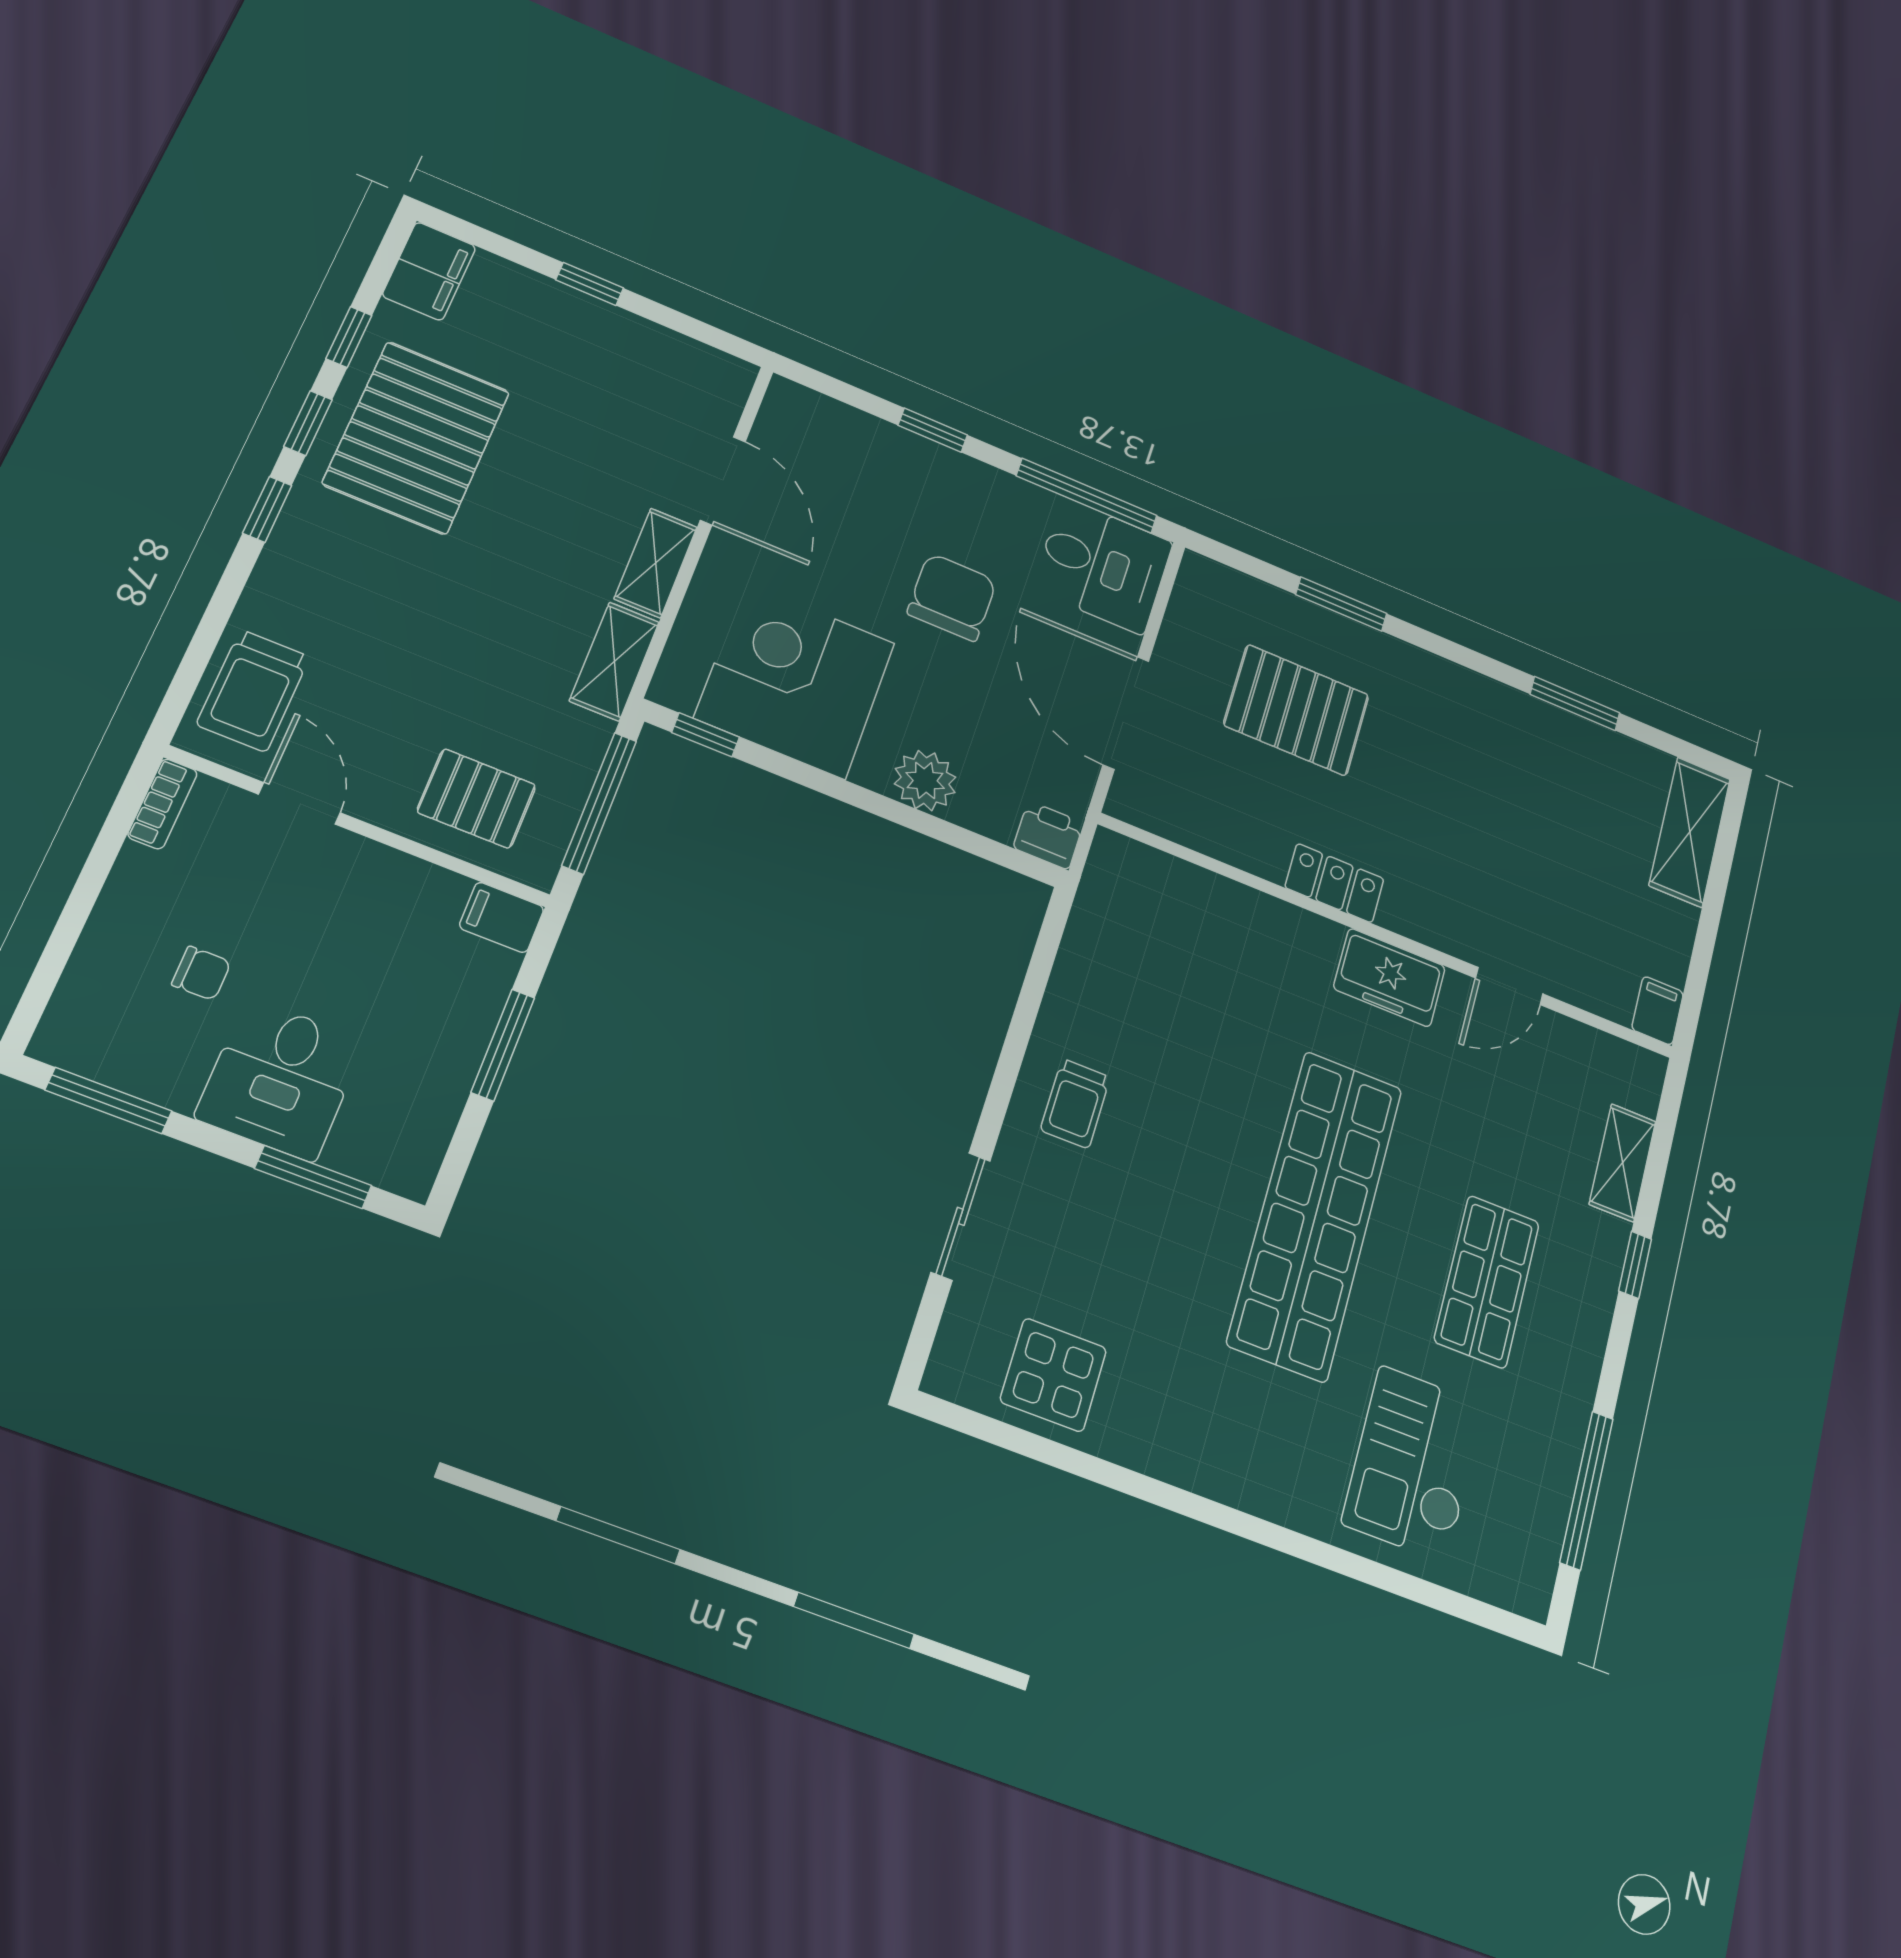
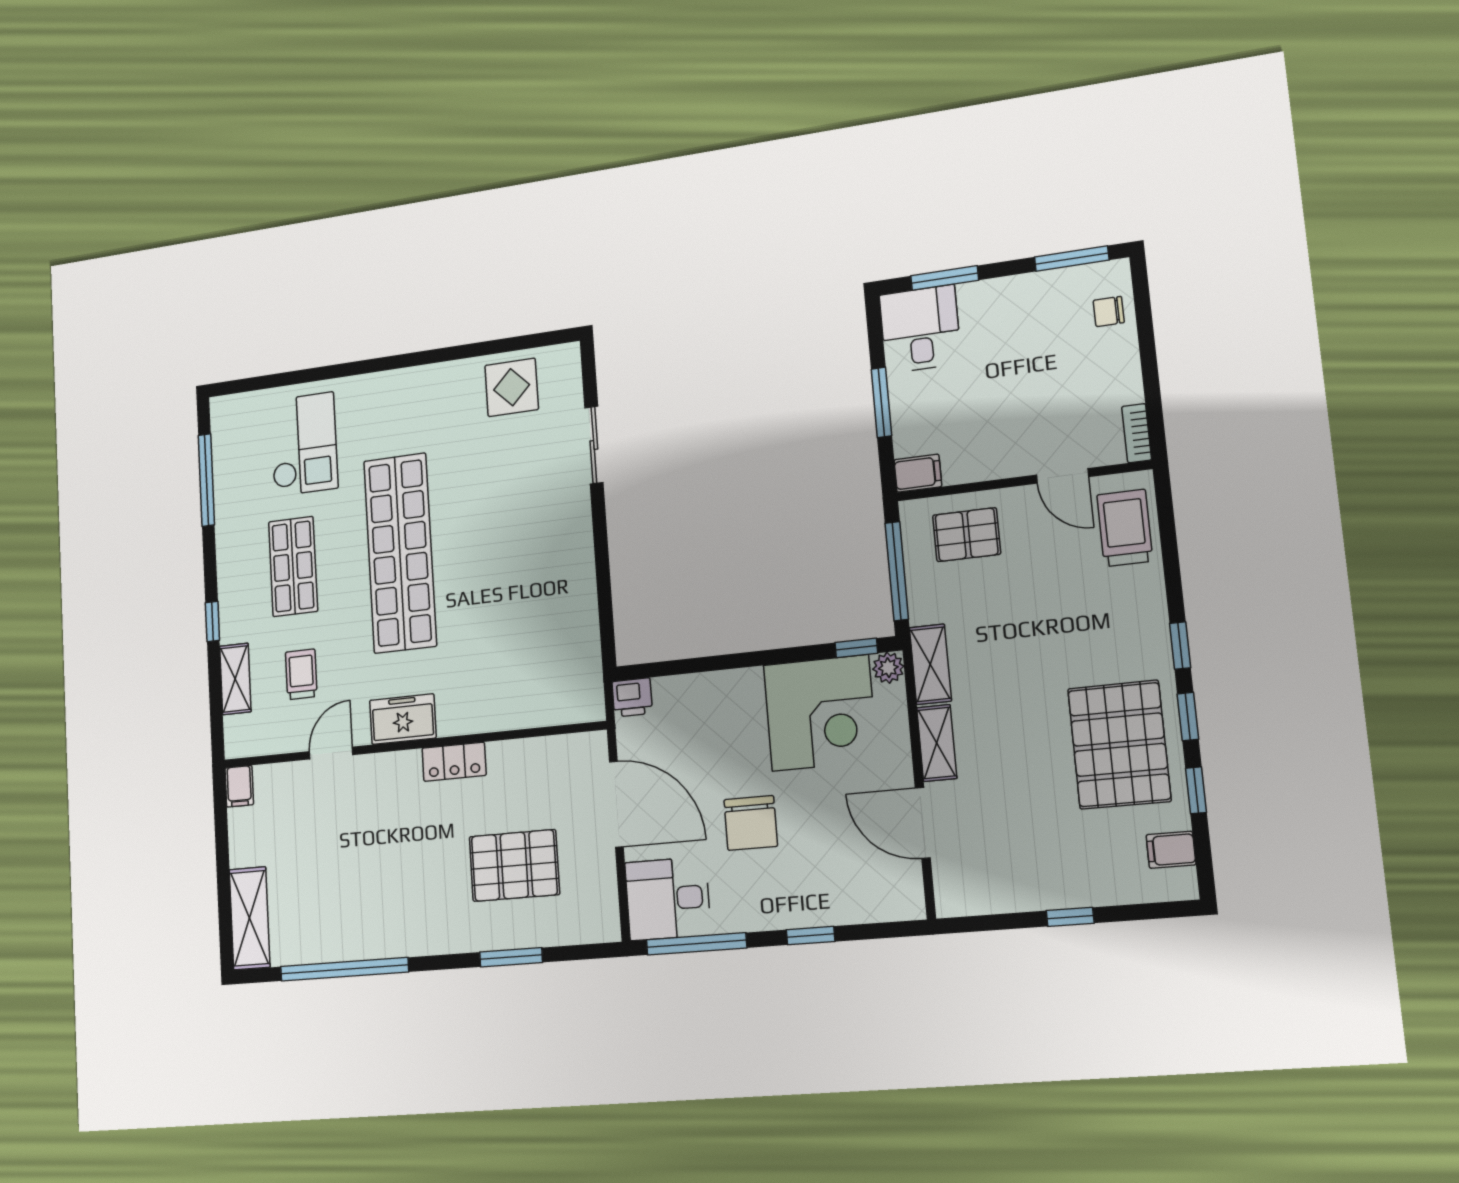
filing cabinet: (429, 271) -> (1171, 850), width x0.50
window: (1575, 704) -> (344, 969), width x2.11
plant: (925, 781) -> (888, 668), moved, width x0.73, depth x0.73
chair: (201, 973) -> (1109, 311), moved
desk: (280, 1079) -> (920, 329), moved
trolley: (1075, 1104) -> (301, 674), moved

